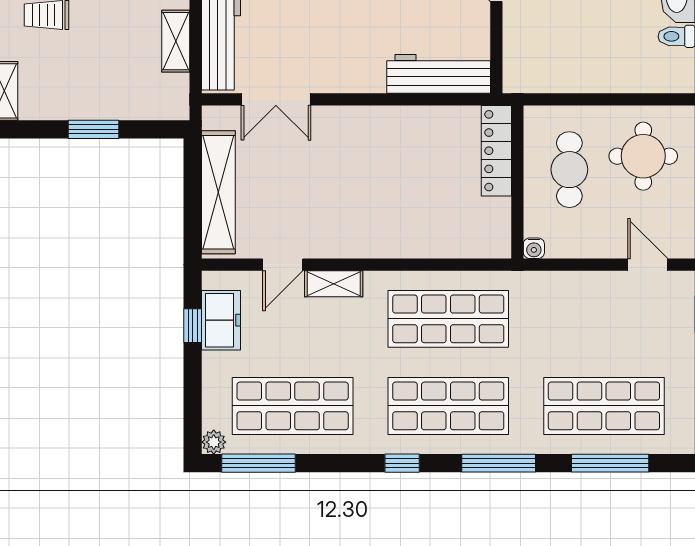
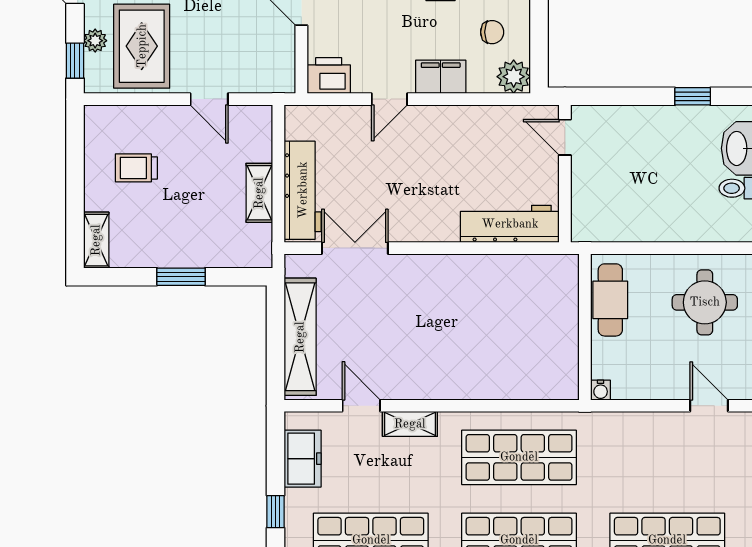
double door: (276, 99) -> (355, 248), swing flipped
locker: (496, 151) -> (565, 297), removed
cafe table: (569, 170) -> (610, 300), moved
door: (283, 265) -> (361, 406), swing flipped
window: (193, 326) -> (275, 512), moved

